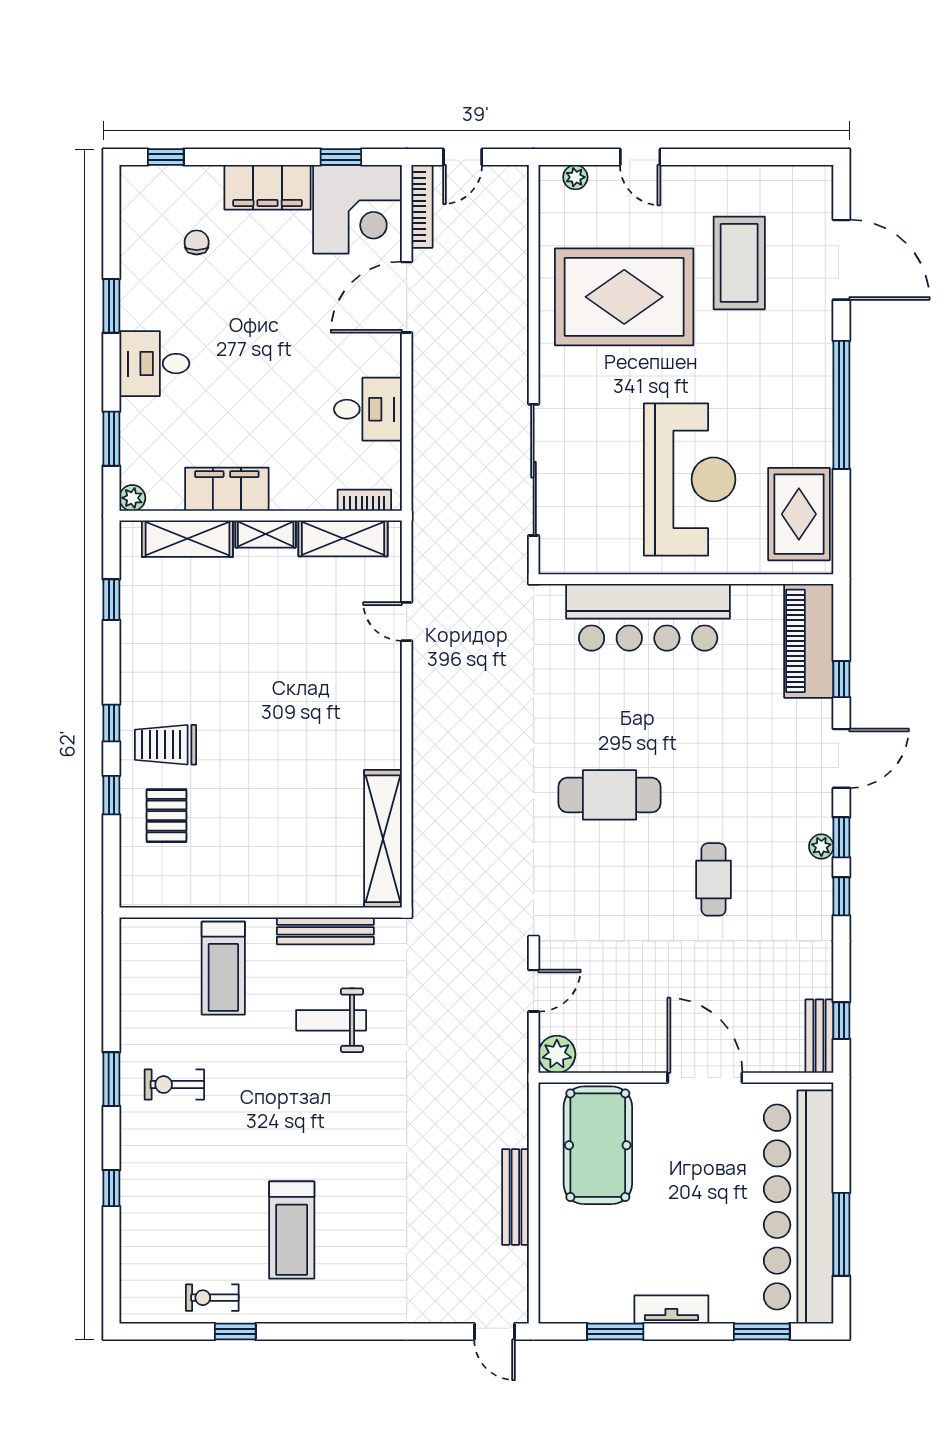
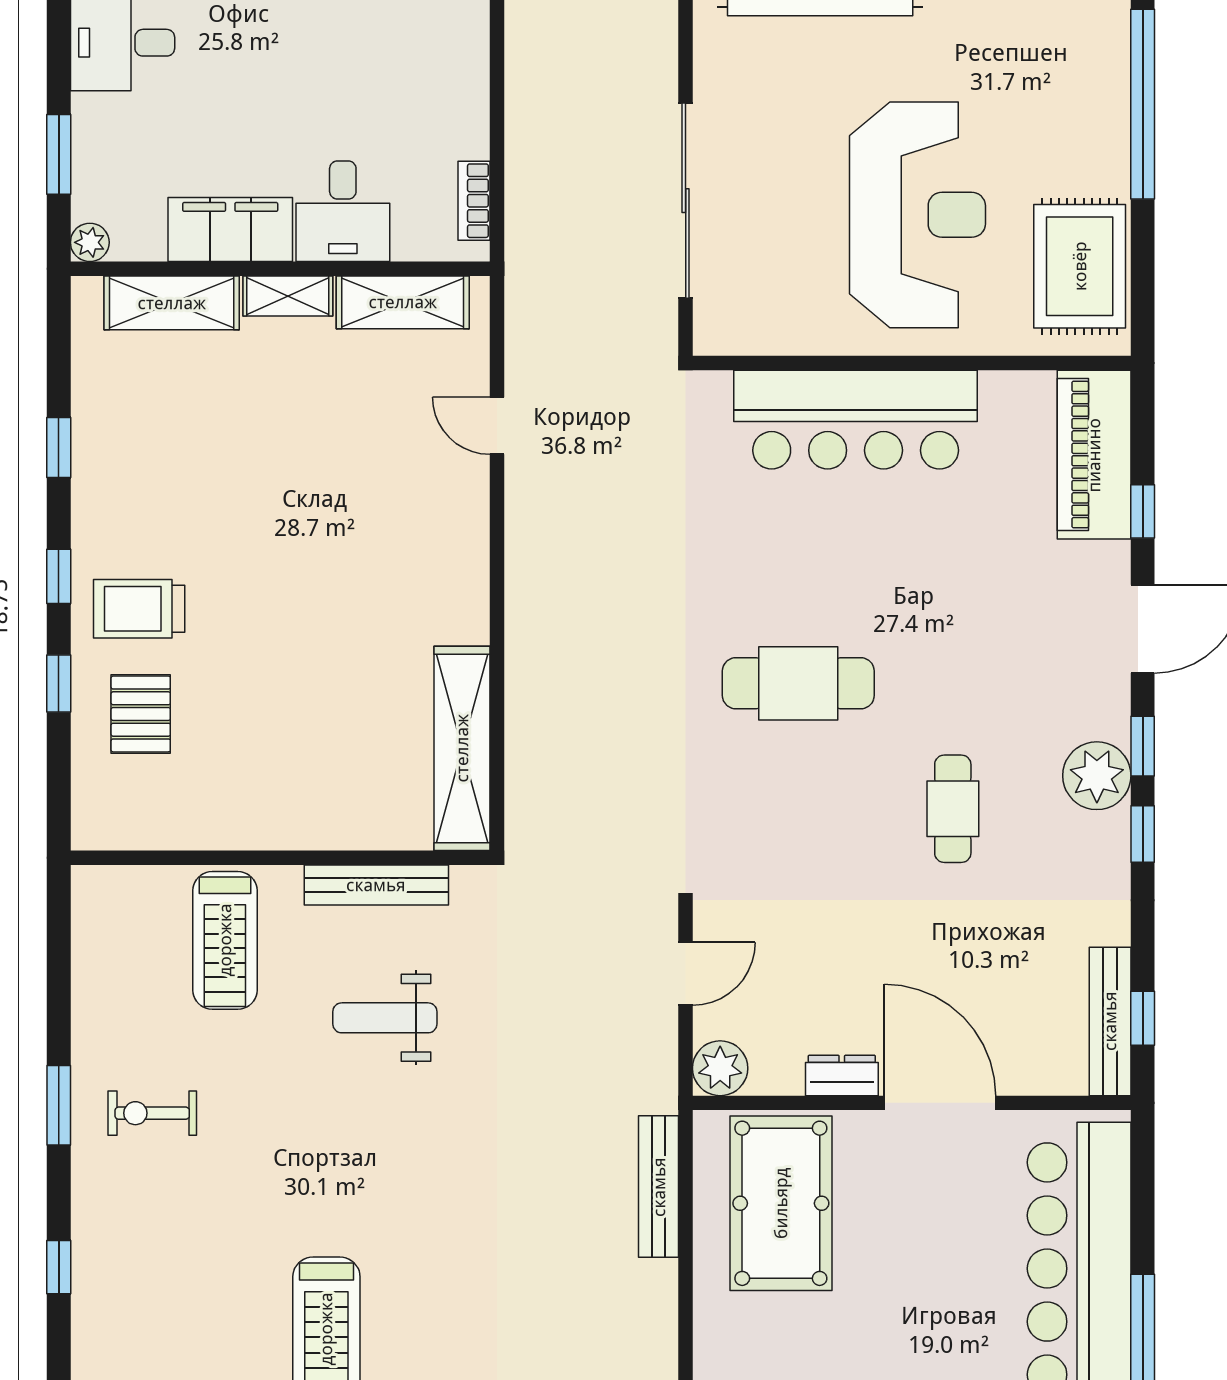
desk: (368, 409) -> (343, 211), moved, turned 90
bookcase: (364, 500) -> (474, 201), moved, turned -90
window: (111, 600) -> (59, 448), moved
plant: (821, 846) -> (1097, 776), width x1.87, depth x1.87
bench: (819, 1036) -> (1110, 1021), width x1.36
dresser: (639, 1059) -> (842, 1075), added
bench: (515, 1197) -> (659, 1187), moved

